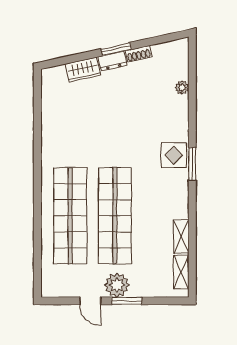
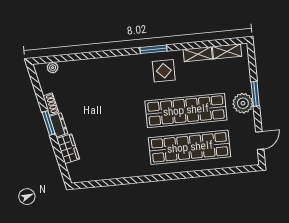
plant: (182, 88) -> (53, 68), moved
display table: (174, 155) -> (164, 71), moved
window: (192, 164) -> (153, 49), moved
door: (90, 301) -> (260, 140), moved

